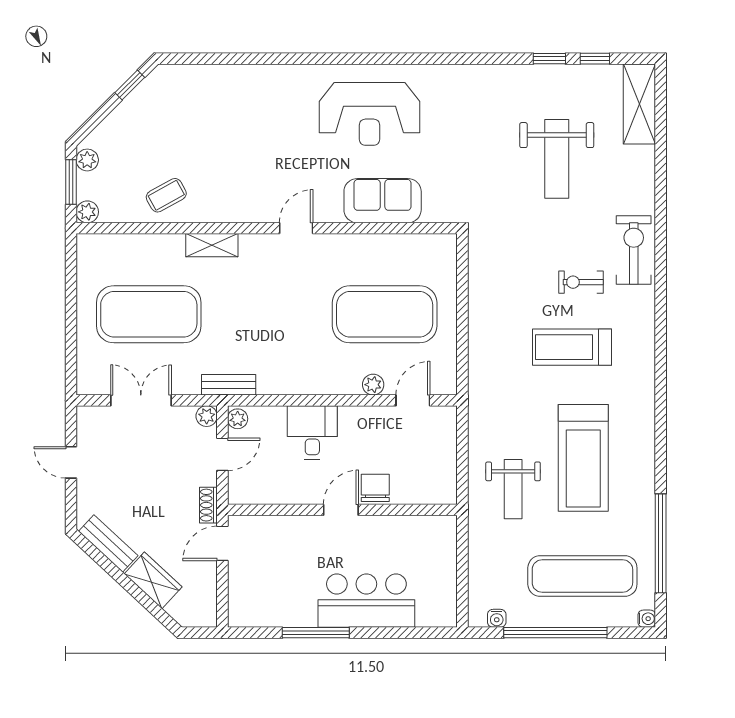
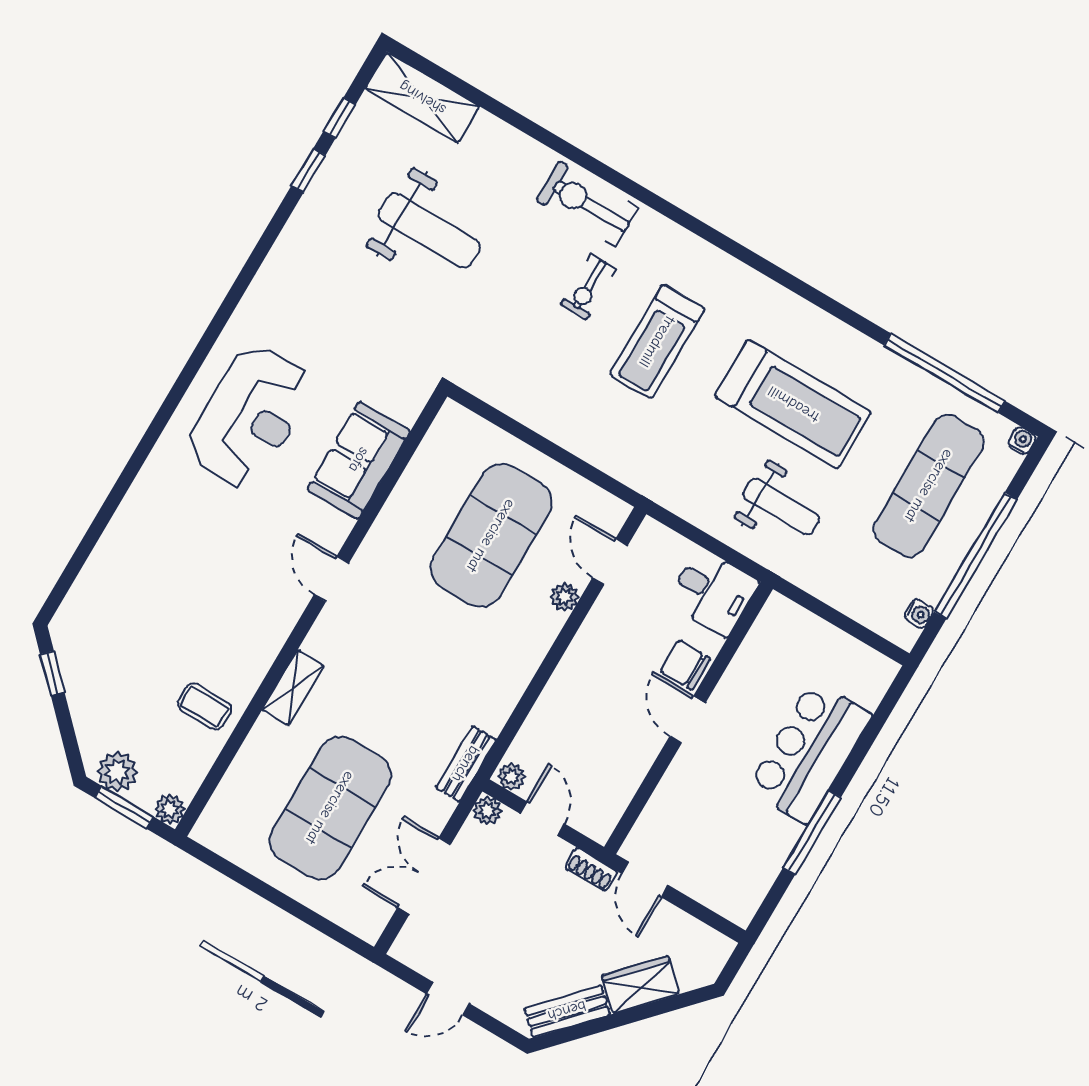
plant: (87, 160) -> (117, 772), width x1.38, depth x1.38
coffee table: (166, 195) -> (205, 706), turned -61
desk: (312, 432) -> (713, 592), moved, turned 180

